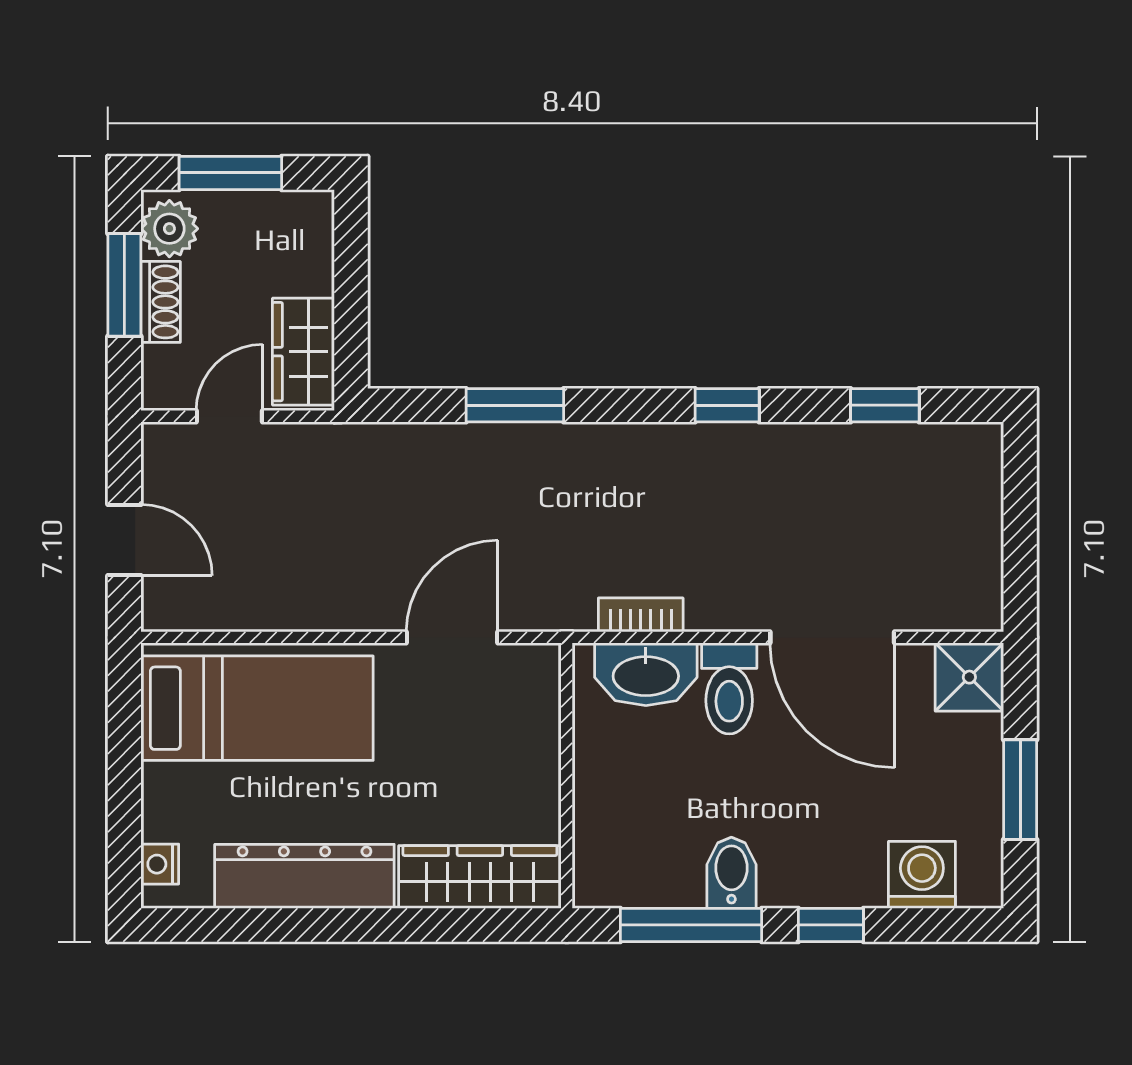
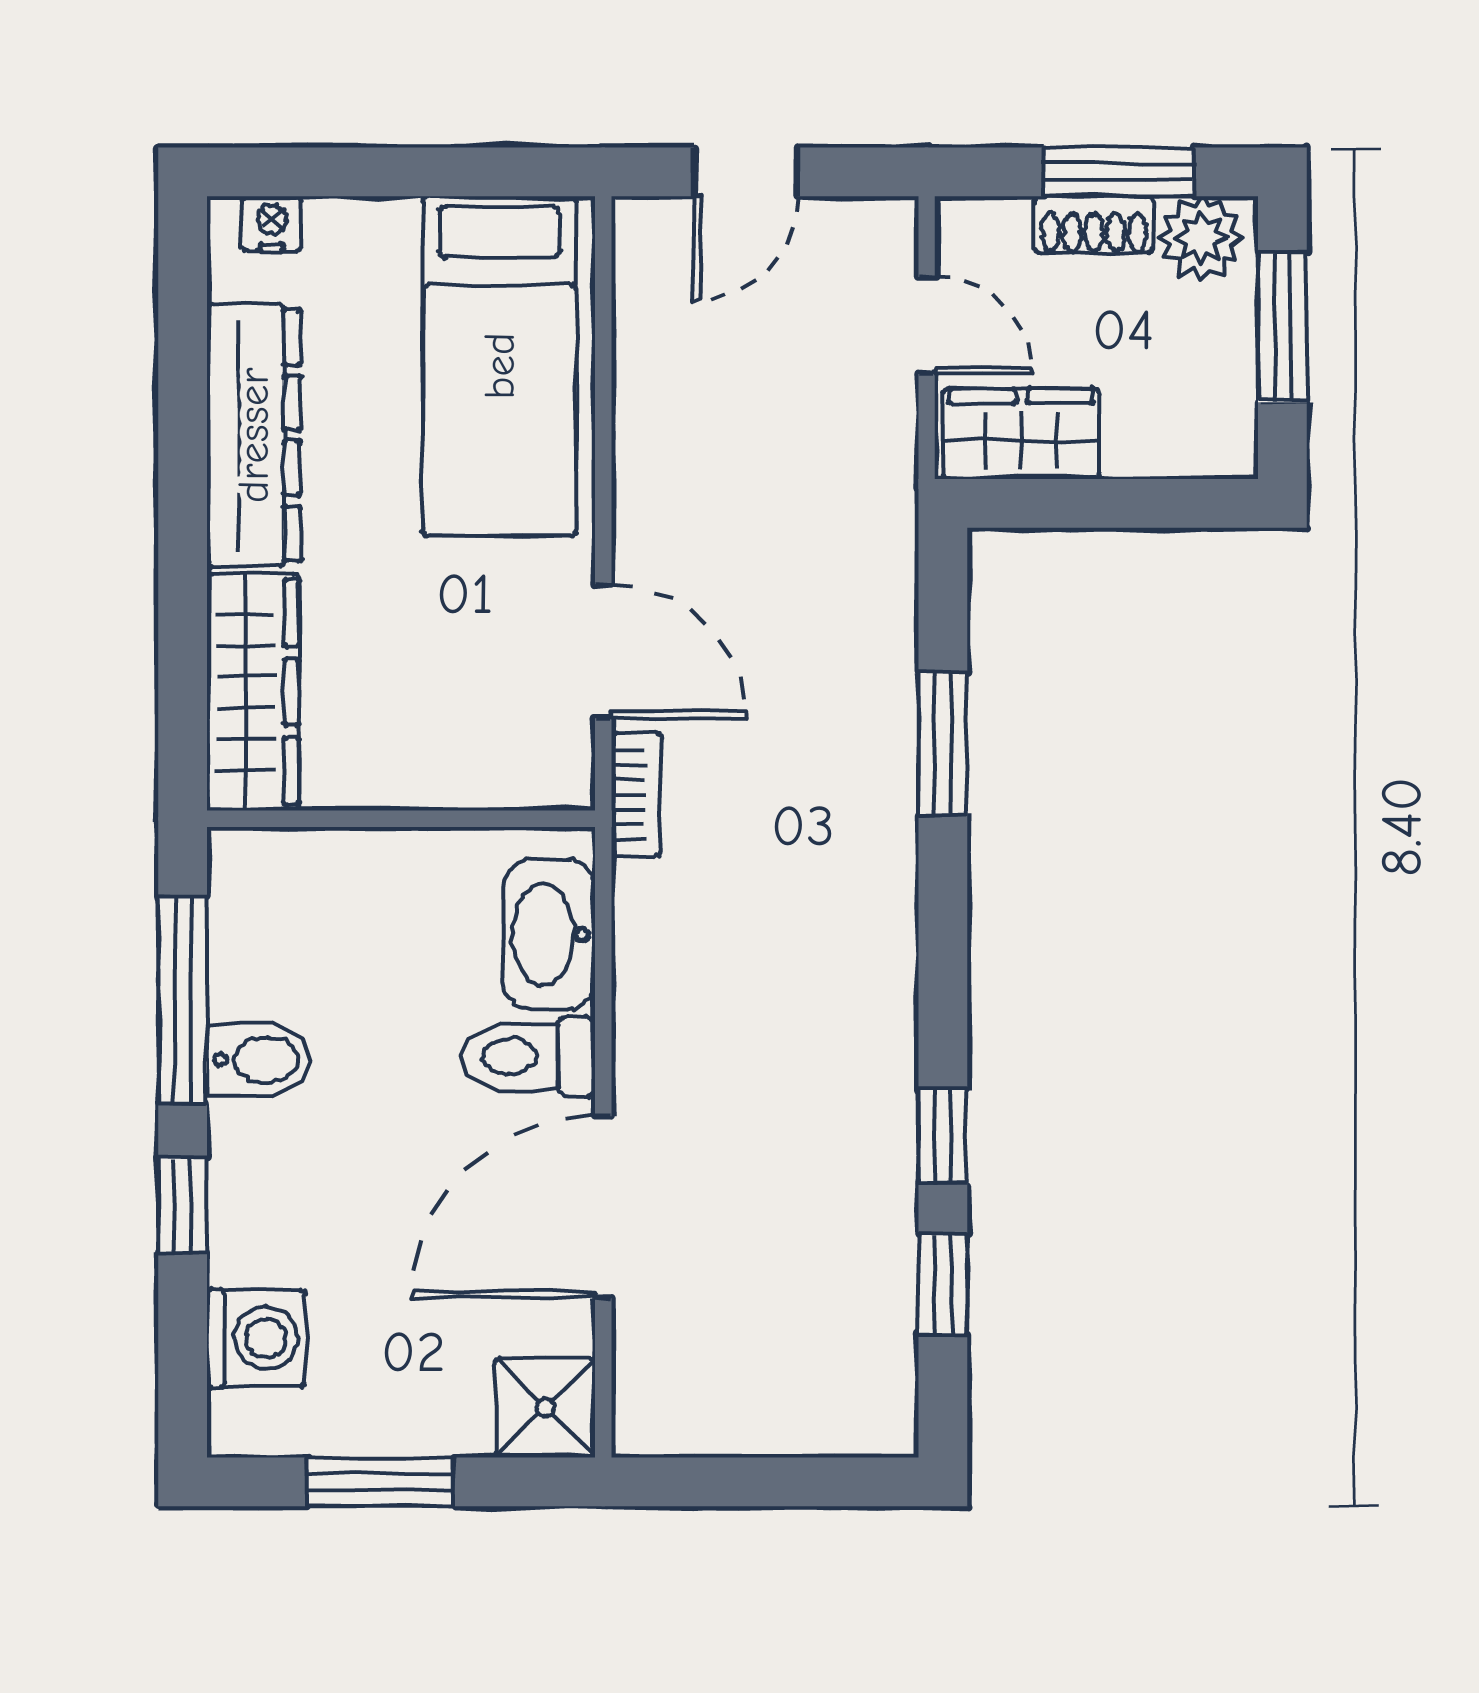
window: (727, 405) -> (943, 1137), moved
bookcase: (641, 615) -> (636, 795), moved

